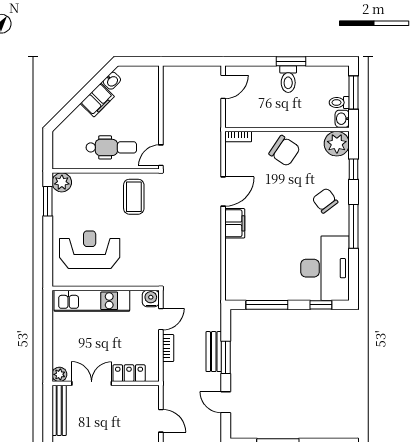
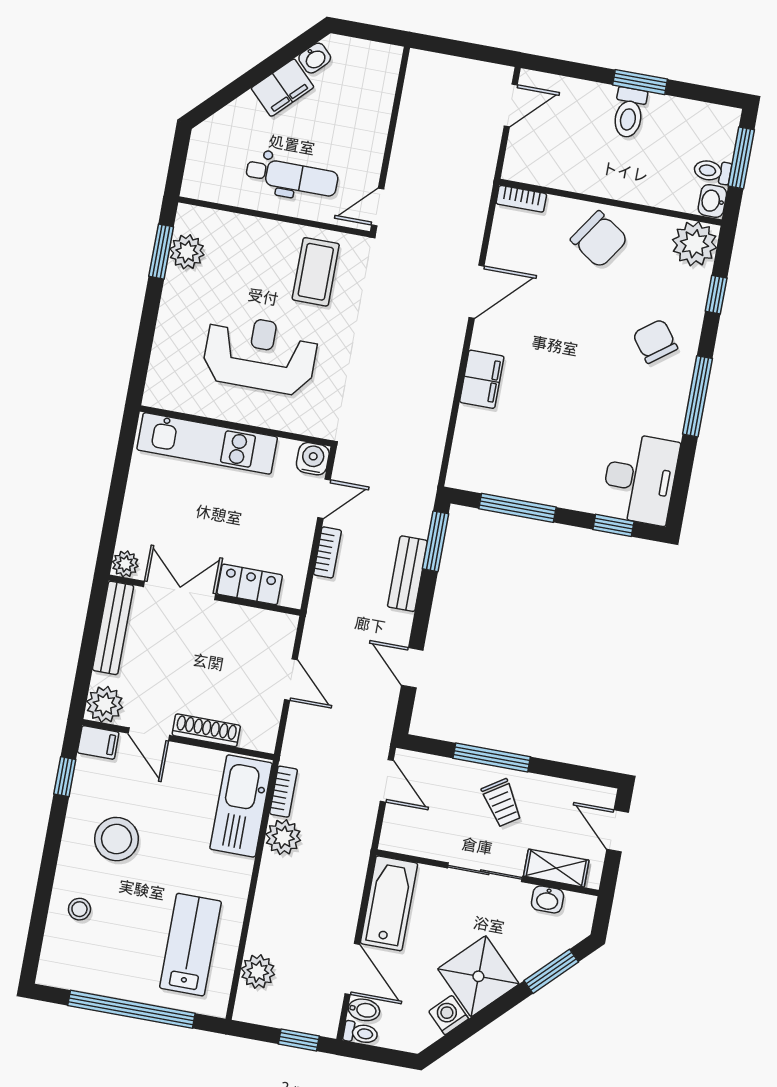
plant: (62, 182) -> (187, 252), moved
filing cabinet: (235, 223) -> (482, 379), moved
reception desk: (90, 250) -> (260, 354), moved
desk: (325, 268) -> (640, 479), width x0.73, depth x0.77
window: (226, 357) -> (436, 541), moved

